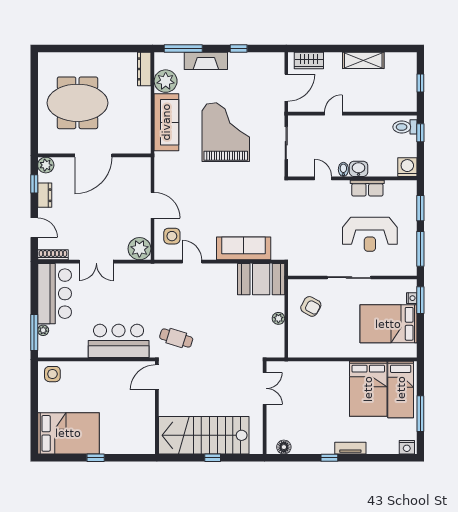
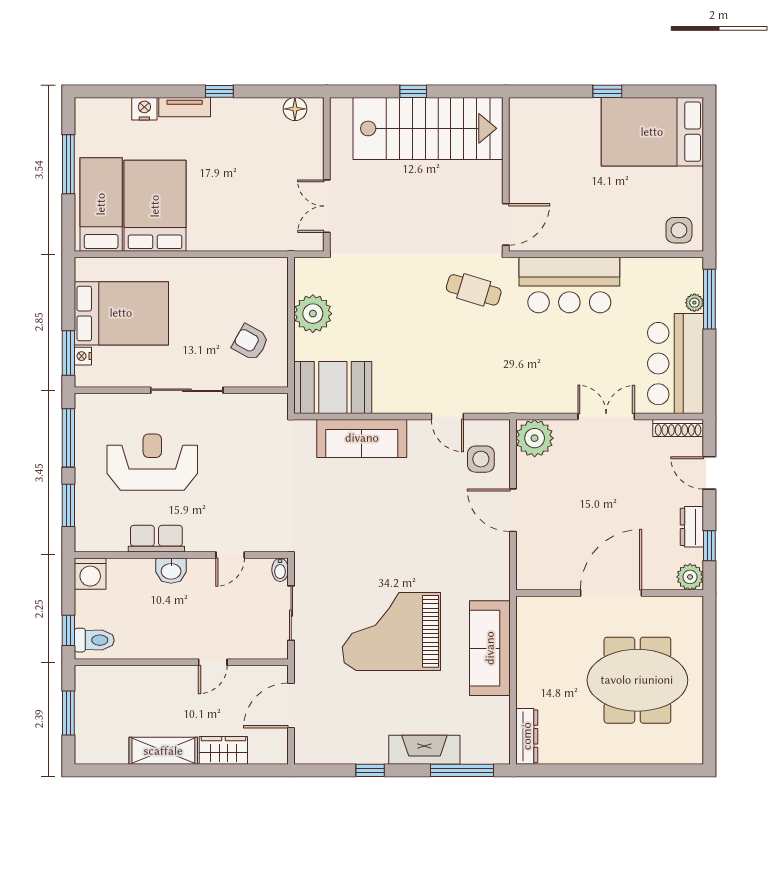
wardrobe: (309, 60) -> (223, 750), moved
plant: (166, 81) -> (491, 716), removed
window: (420, 83) -> (68, 713), width x1.50
grand piano: (226, 132) -> (391, 631), turned 90
bidet: (343, 169) -> (280, 570), moved
door: (323, 178) -> (230, 555), hinge flipped
plant: (278, 318) -> (313, 314), width x1.88, depth x1.88
nightstand: (407, 447) -> (144, 109), moved

